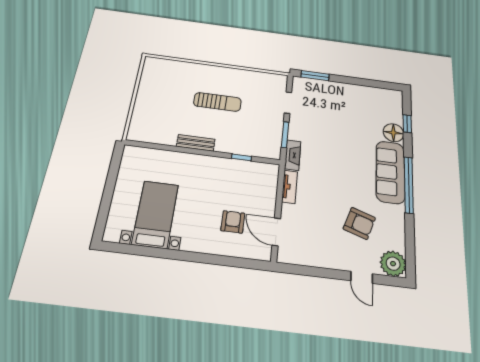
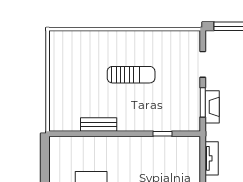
bench: (196, 143) -> (99, 124), moved
fireplace: (293, 155) -> (212, 107), moved

